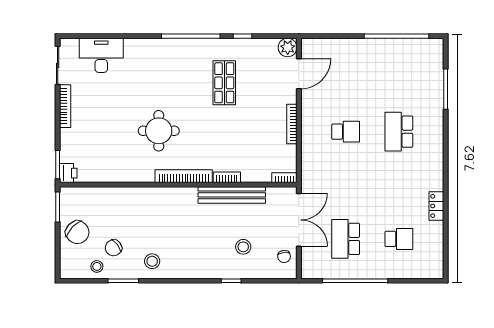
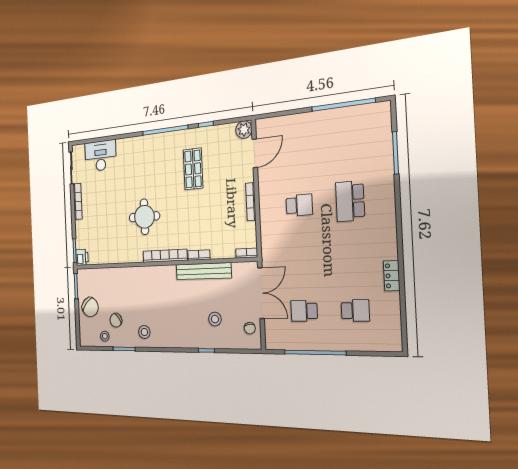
school desk: (346, 239) -> (304, 311), width x0.54

